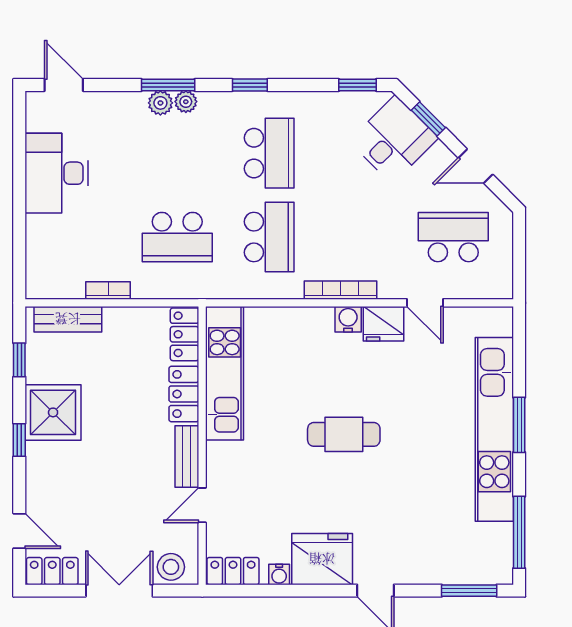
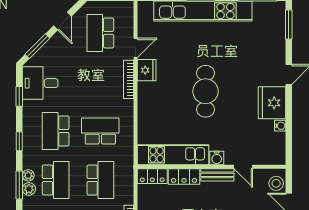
window: (358, 85) -> (19, 96), moved
window: (428, 119) -> (37, 46), width x1.50
desk: (394, 140) -> (40, 83), moved, turned -45
school desk: (177, 153) -> (56, 180), added
school desk: (269, 153) -> (56, 131), turned -90
bookcase: (340, 290) -> (129, 79), moved
water cooler: (348, 319) -> (217, 158), moved, turned -90
cafe table: (344, 434) -> (206, 91), width x1.37, depth x1.35
locker: (233, 571) -> (278, 150), removed

